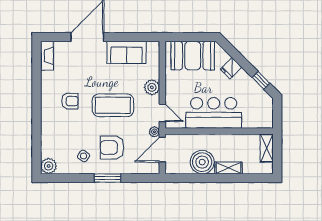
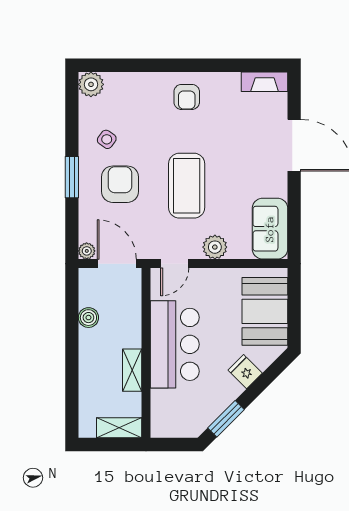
sofa: (127, 52) -> (270, 229), moved
window: (261, 80) -> (226, 419), width x1.50
armchair: (70, 101) -> (187, 97), moved
plant: (154, 132) -> (87, 251), moved
boiler: (202, 162) -> (88, 318), width x0.54, depth x0.54
shelving: (229, 168) -> (132, 370), moved

